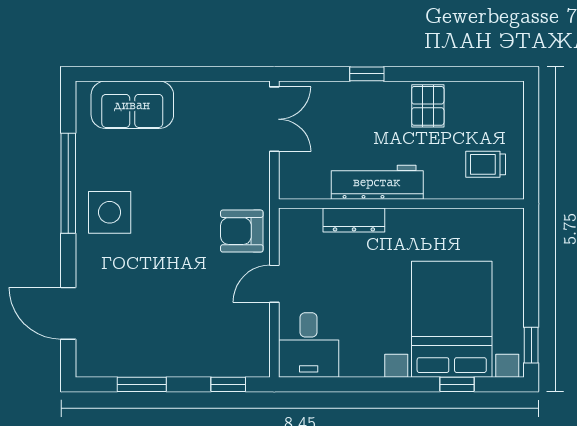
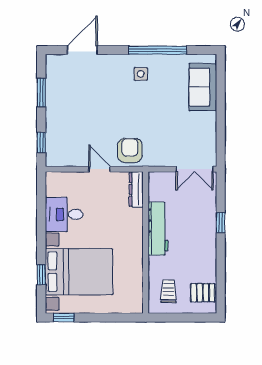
pallet: (428, 106) -> (203, 293), moved
side table: (110, 212) -> (141, 74), width x0.54, depth x0.54
dresser: (354, 220) -> (136, 189), moved
desk: (309, 345) -> (64, 214), moved

